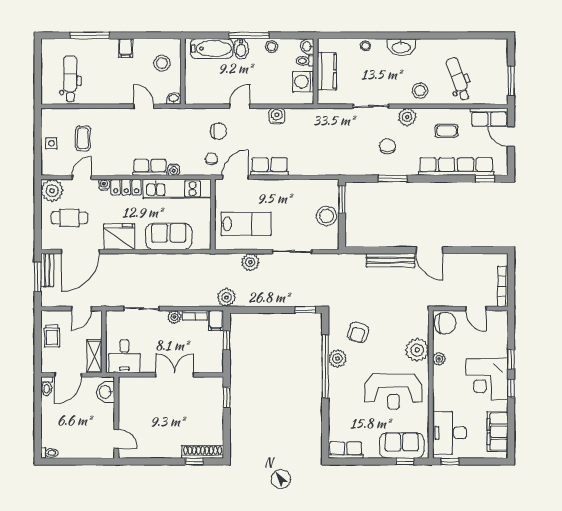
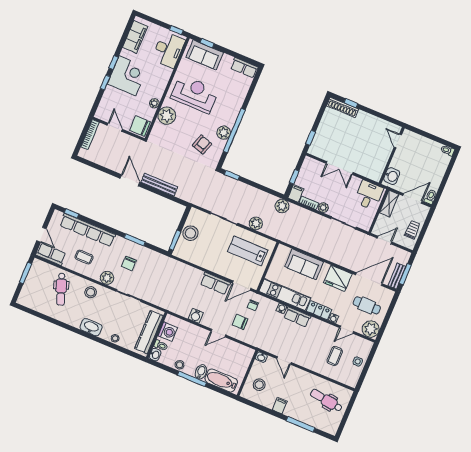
kitchen counter: (327, 71) -> (149, 332), width x1.50
dental chair: (70, 79) -> (326, 400), turned 98

